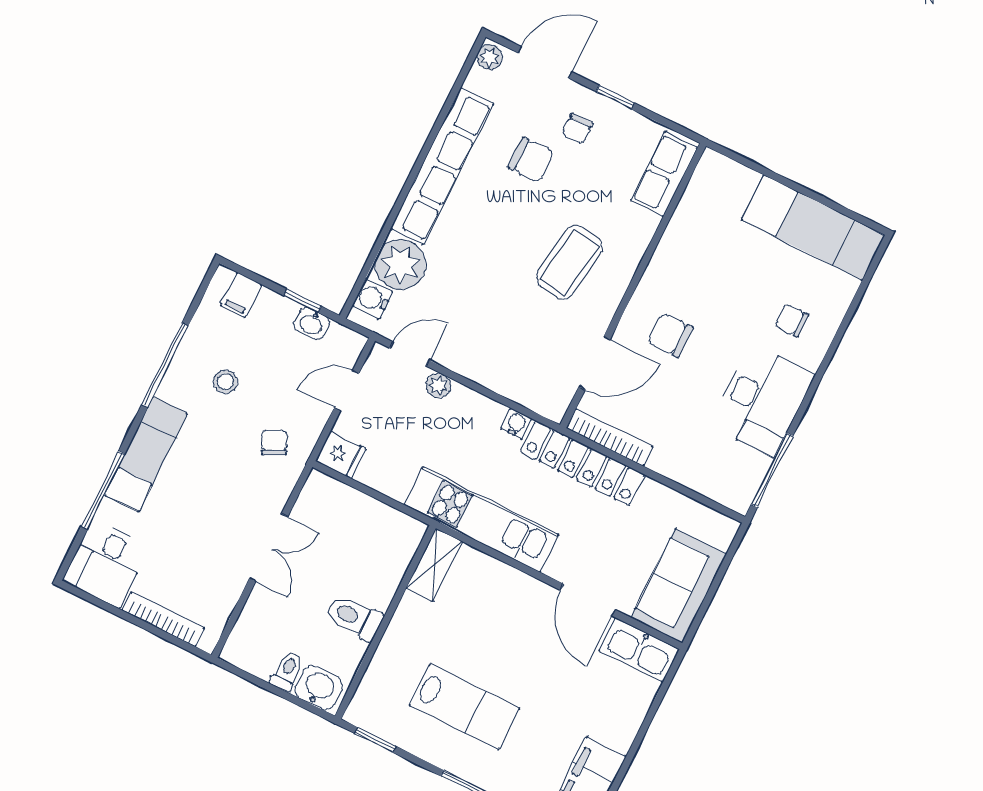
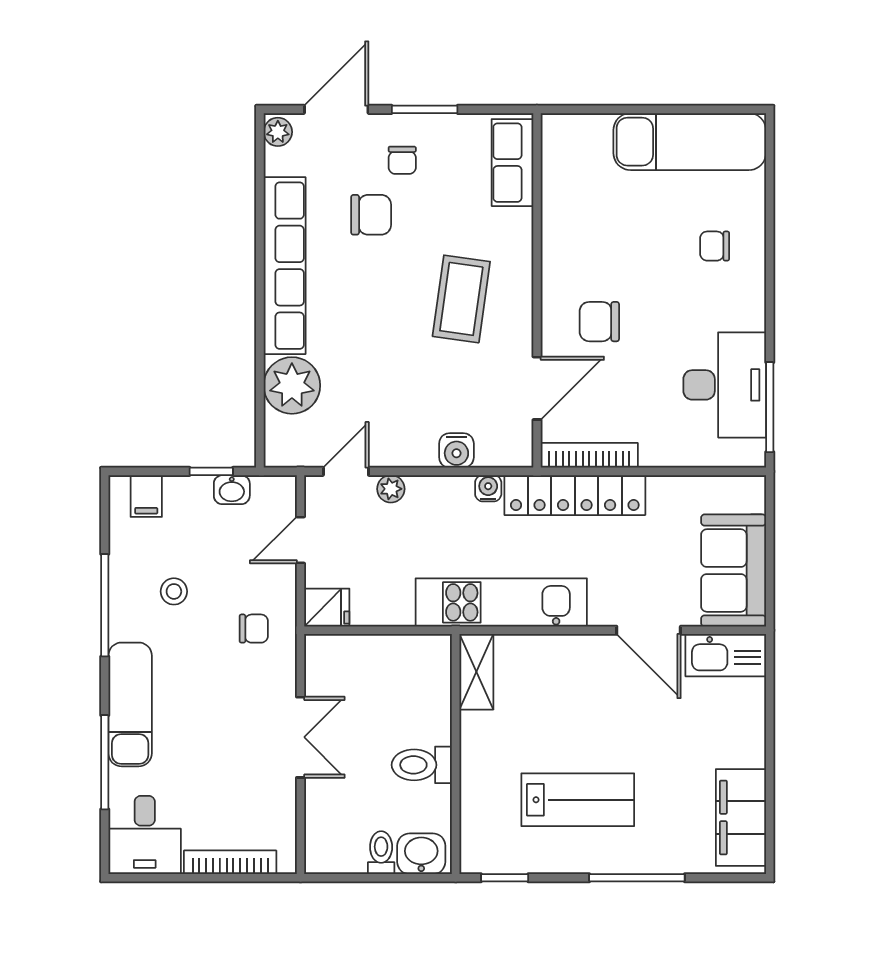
window: (615, 97) -> (425, 109), width x1.50
water cooler: (373, 299) -> (456, 450), moved, turned -90
desk: (762, 400) -> (725, 385), moved
chair: (274, 443) -> (254, 629), turned 116

